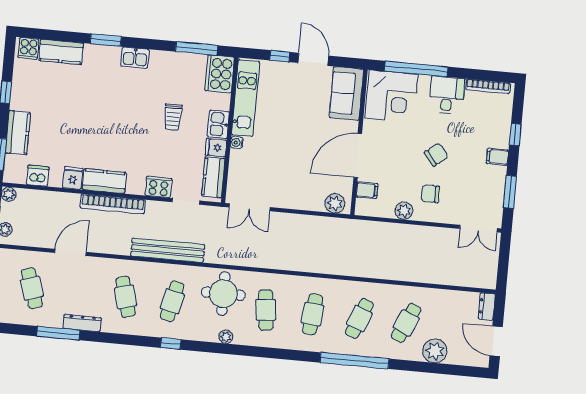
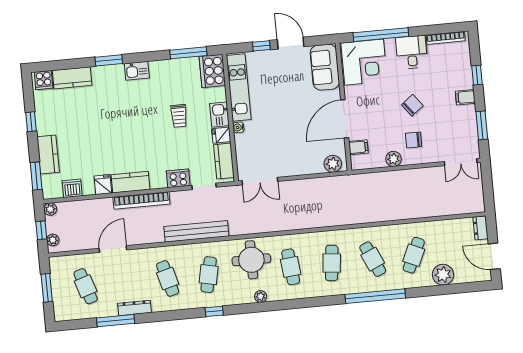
cafe table: (359, 319) -> (373, 259), turned -45

